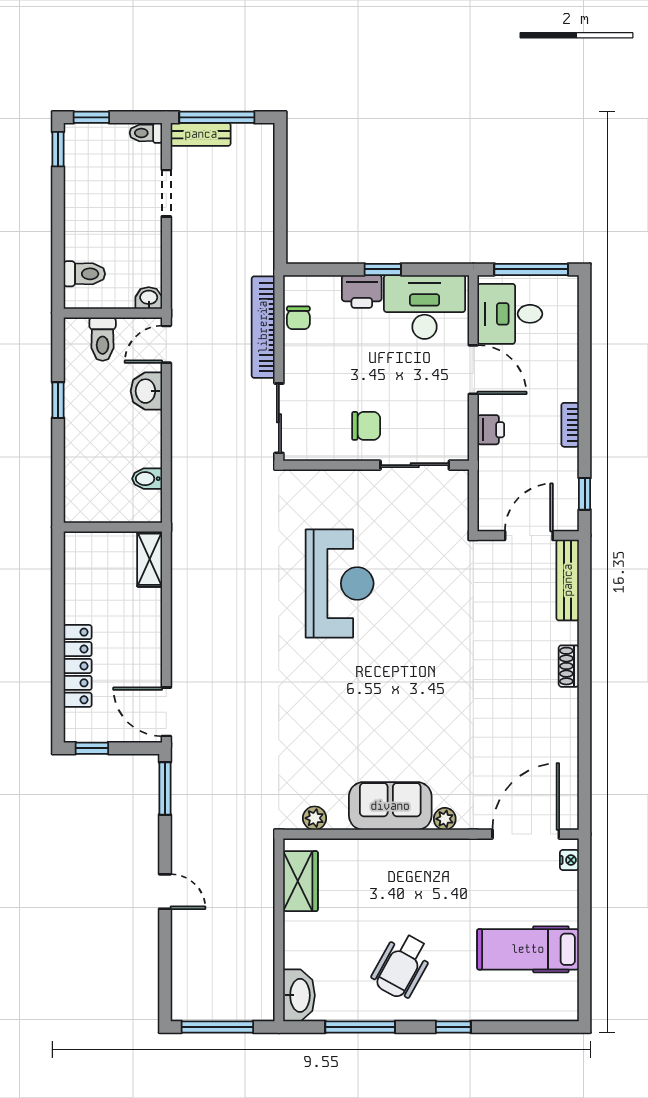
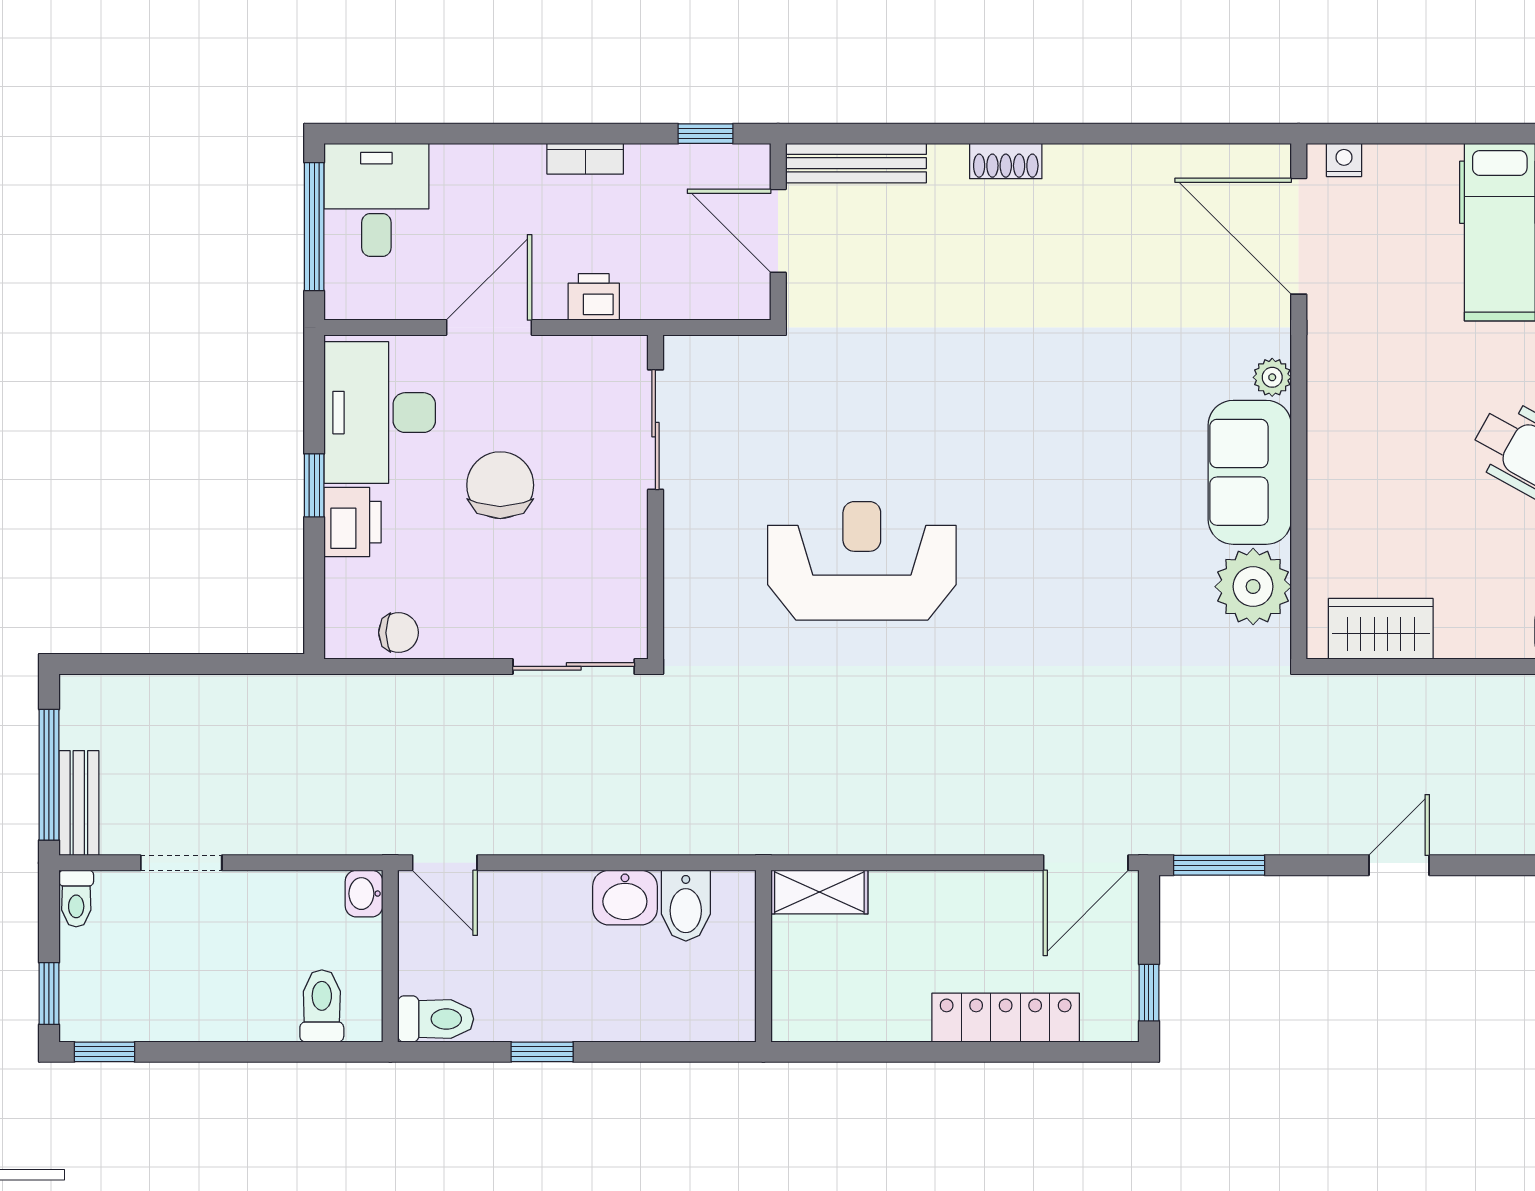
desk: (510, 314) -> (376, 200), moved, turned 180
bookcase: (263, 327) -> (415, 694), removed
toilet: (103, 339) -> (436, 1019), moved
washbasin: (146, 391) -> (625, 898), moved
chair: (366, 426) -> (500, 485), moved, width x1.37, depth x1.37
bidet: (147, 479) -> (686, 906), width x1.38, depth x1.36
plant: (315, 818) -> (1253, 587), width x1.88, depth x1.88

